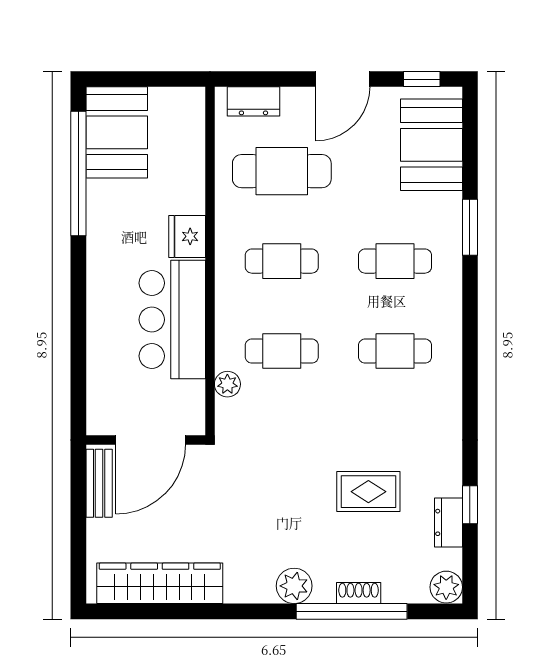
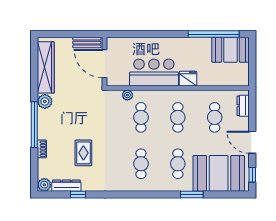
booth: (431, 145) -> (219, 173), width x1.36, depth x1.42
cafe table: (282, 171) -> (215, 117), width x0.73, depth x0.74
dresser: (448, 522) -> (66, 186), width x1.44
plant: (294, 586) -> (45, 101), moved
window: (352, 611) -> (34, 125), moved

